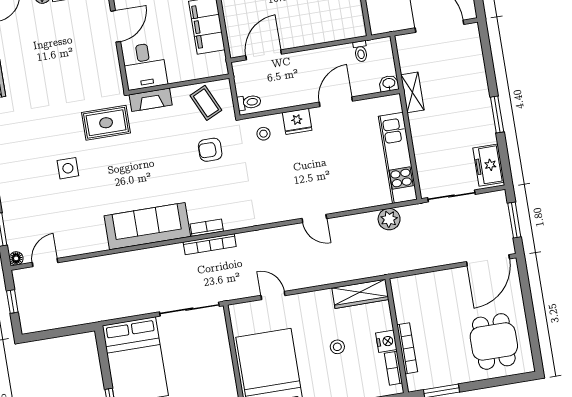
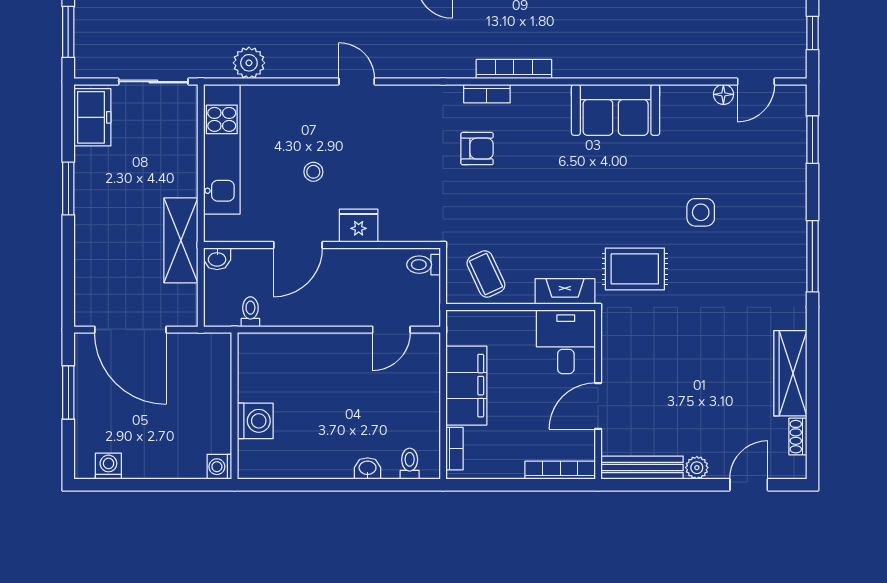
door: (264, 55) -> (391, 330), width x0.73
shelving: (412, 92) -> (181, 240), width x1.50, depth x1.33
stool: (263, 134) -> (313, 172), moved
armchair: (210, 150) -> (477, 149), moved
sofa: (147, 226) -> (616, 110), width x0.73
bookcase: (207, 228) -> (487, 94), moved
floor lamp: (16, 258) -> (723, 94), moved

